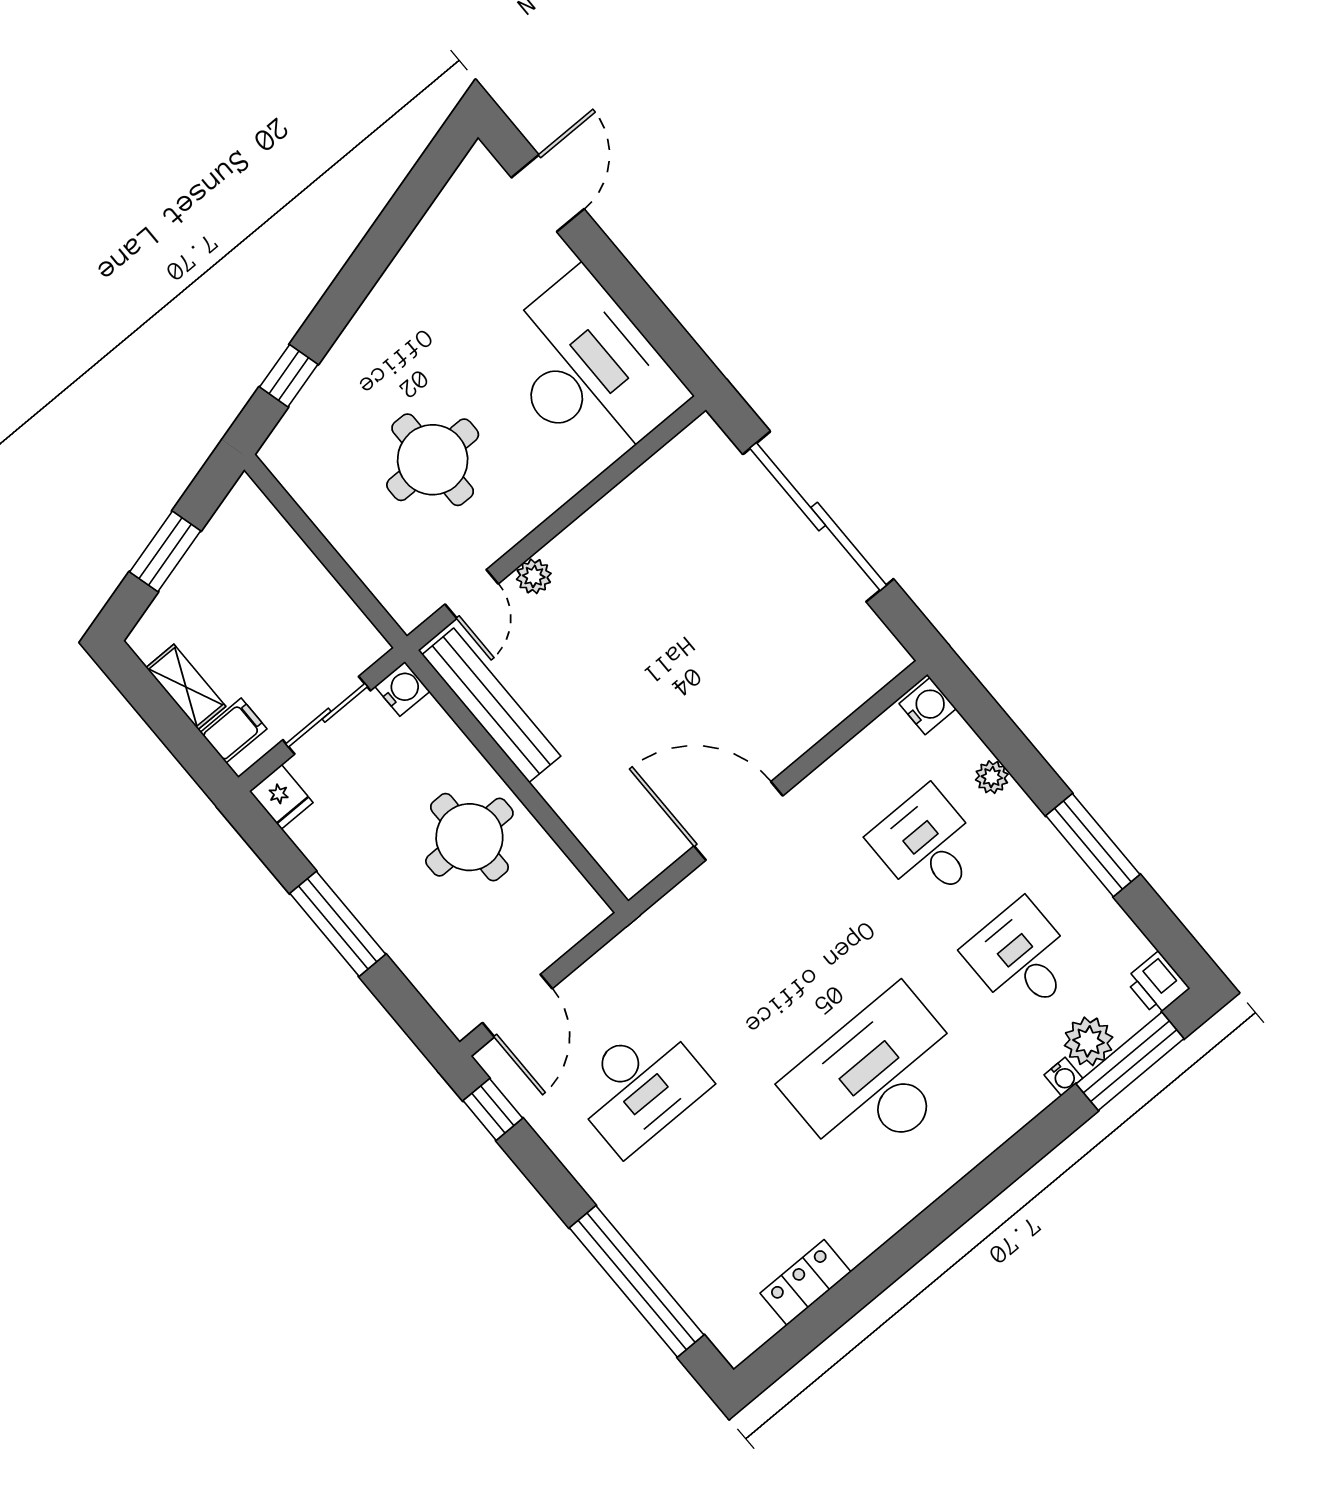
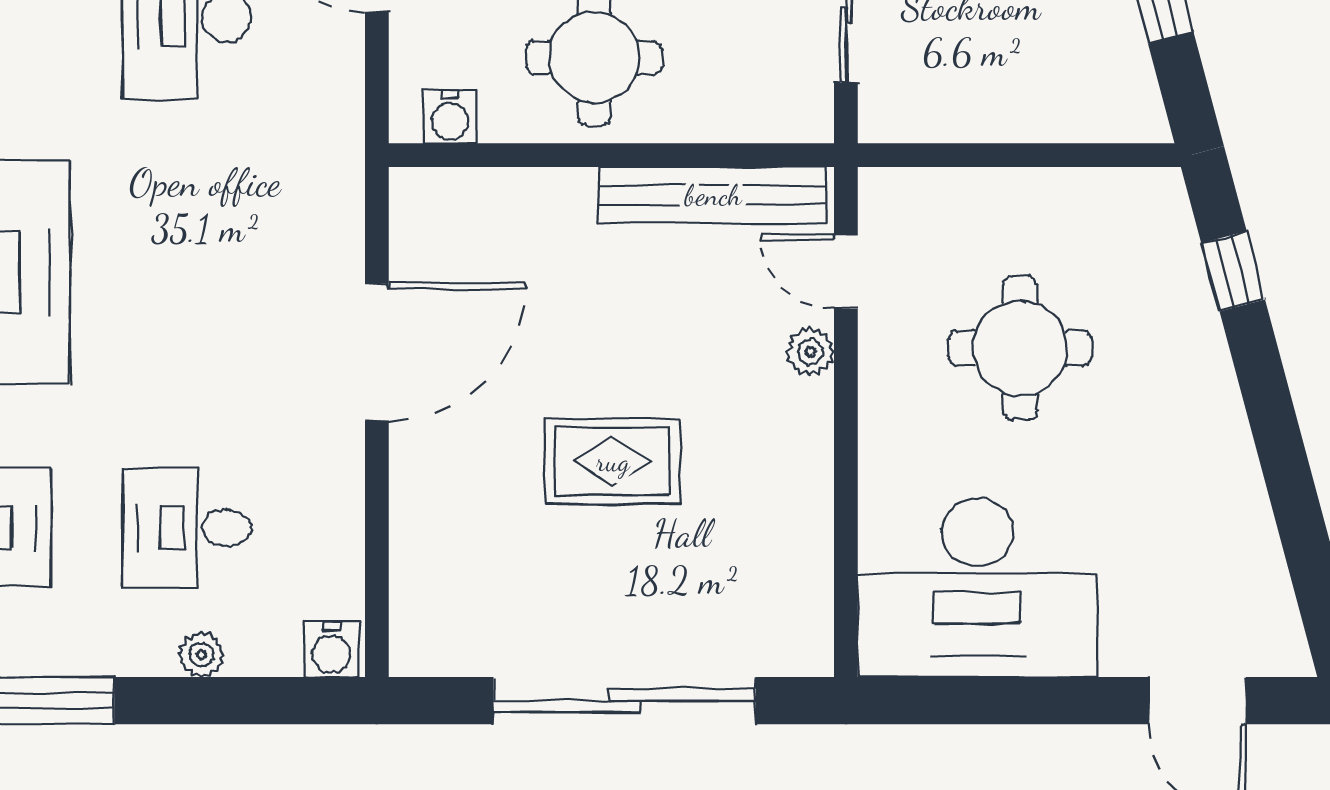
rug: (689, 636) -> (613, 461), added
water cooler: (402, 689) -> (450, 117), moved
desk: (927, 845) -> (187, 528), turned 180

